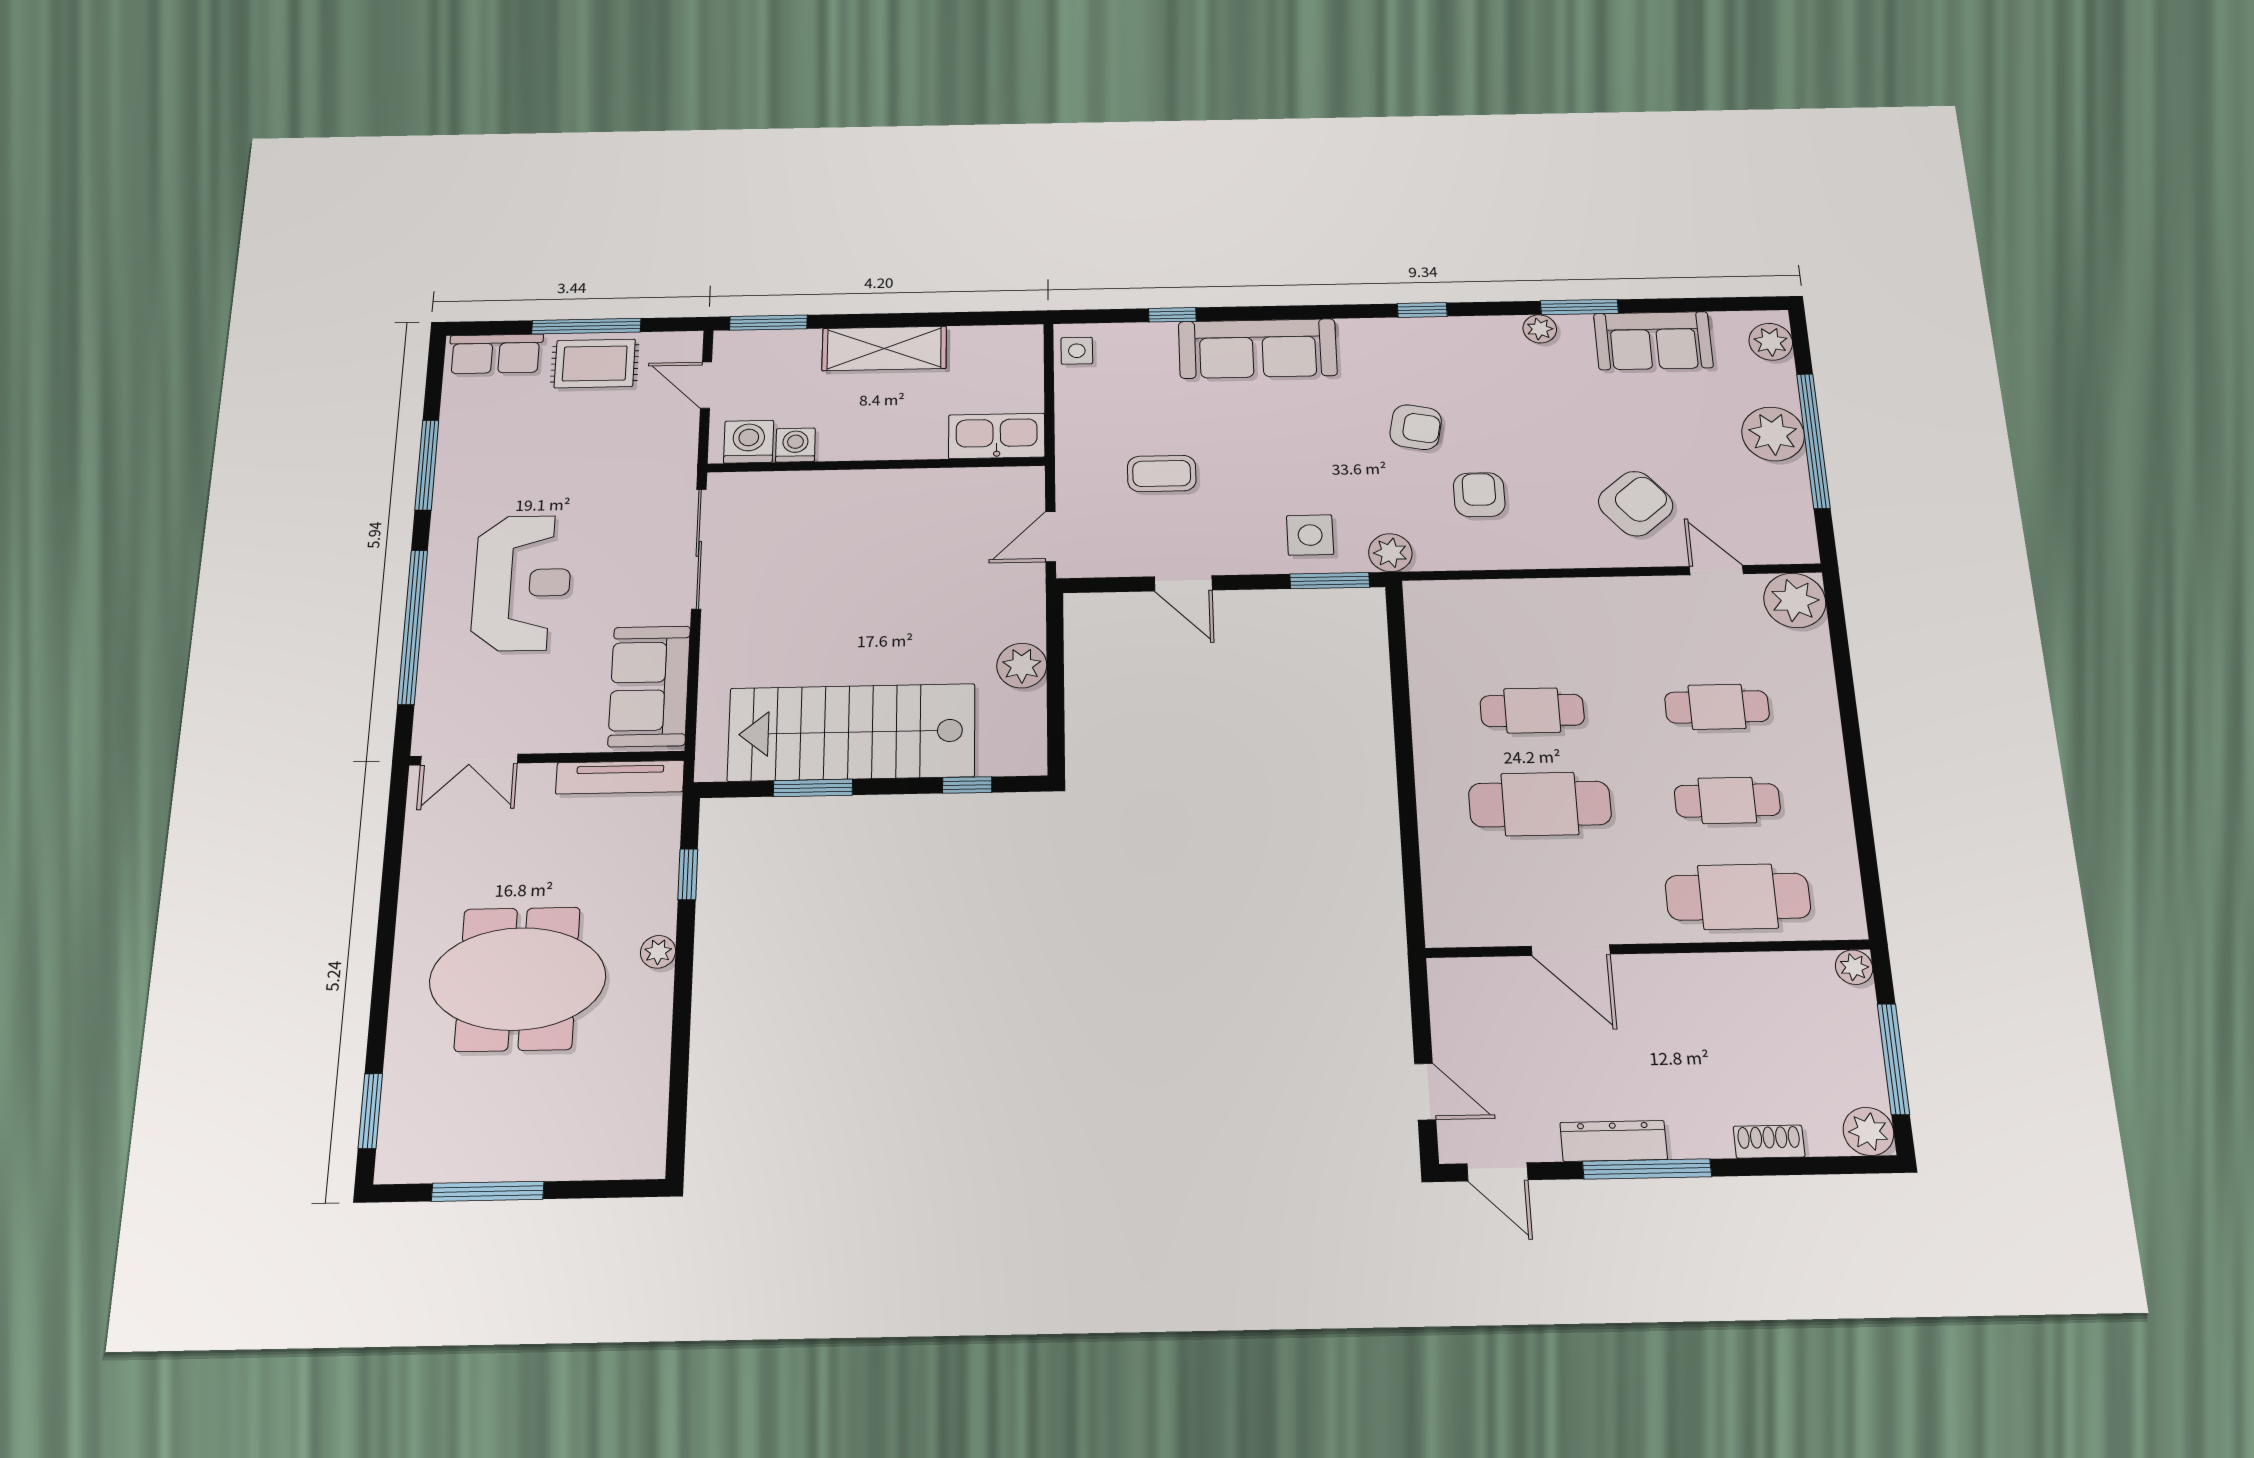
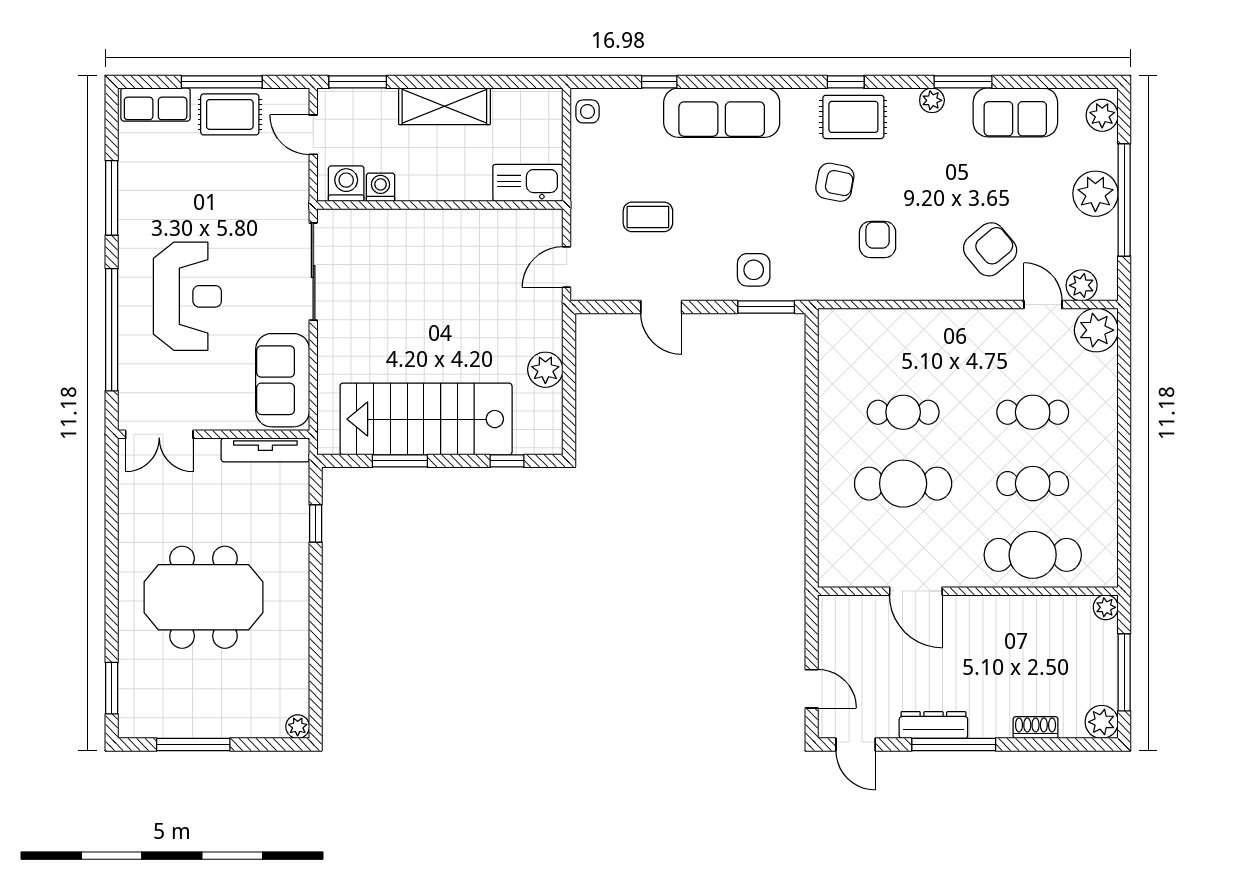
rug: (1435, 350) -> (853, 117), added
plant: (1390, 553) -> (1082, 285), moved
plant: (658, 952) -> (298, 727), moved

